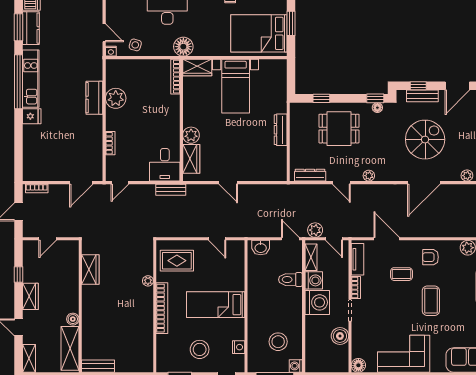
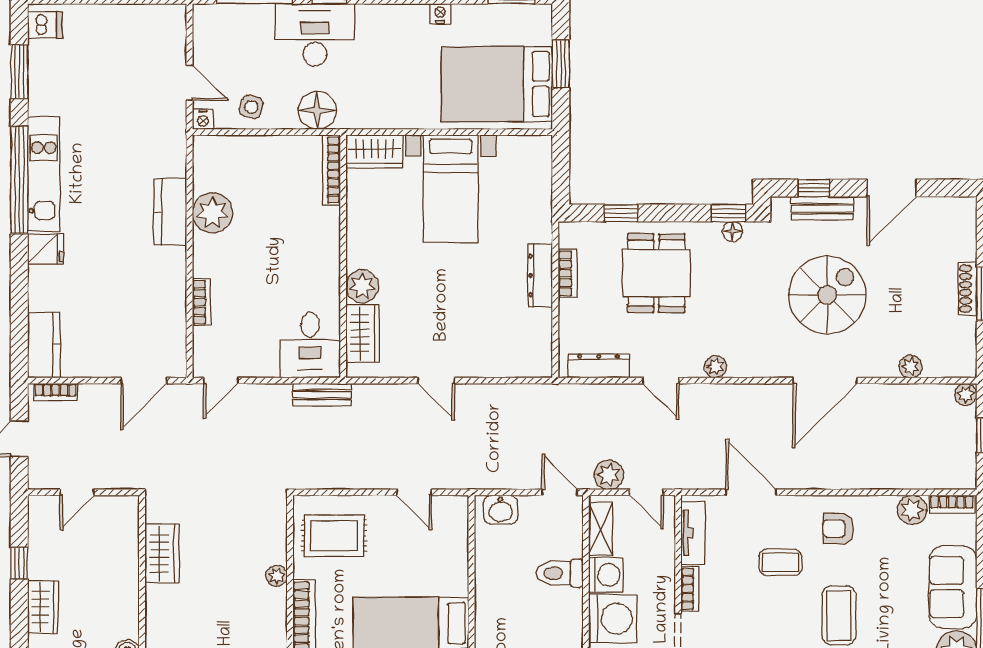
kitchen counter: (31, 28) -> (44, 345), moved
floor lamp: (183, 47) -> (317, 110), moved
bookcase: (294, 129) -> (568, 273), added
dining table: (339, 129) -> (656, 273), turned 90

